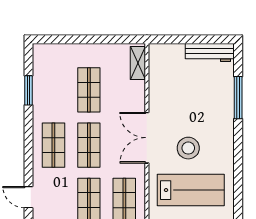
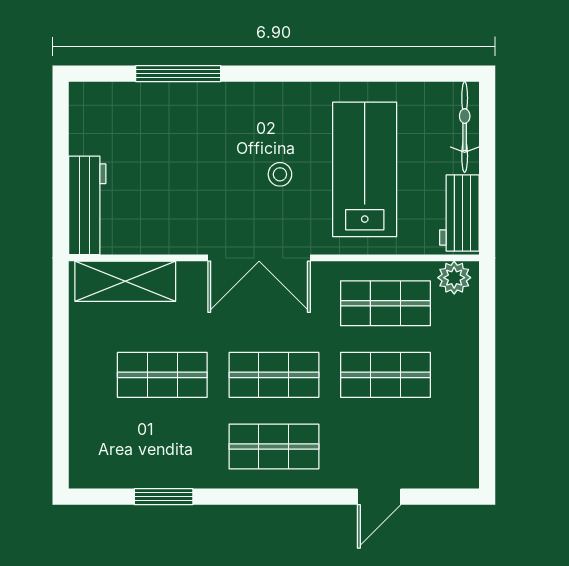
workbench: (210, 53) -> (87, 205), moved
shelving: (138, 63) -> (125, 281), width x1.50, depth x1.33
stool: (188, 148) -> (280, 174), width x0.53, depth x0.53

